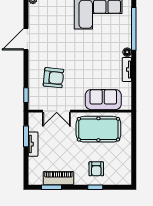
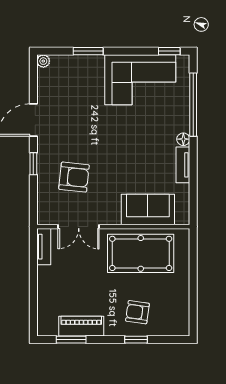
window: (26, 95) -> (33, 164), moved
window: (26, 136) -> (33, 264), removed
tv unit: (33, 144) -> (44, 247), moved
armchair: (96, 169) -> (137, 312), turned 98

